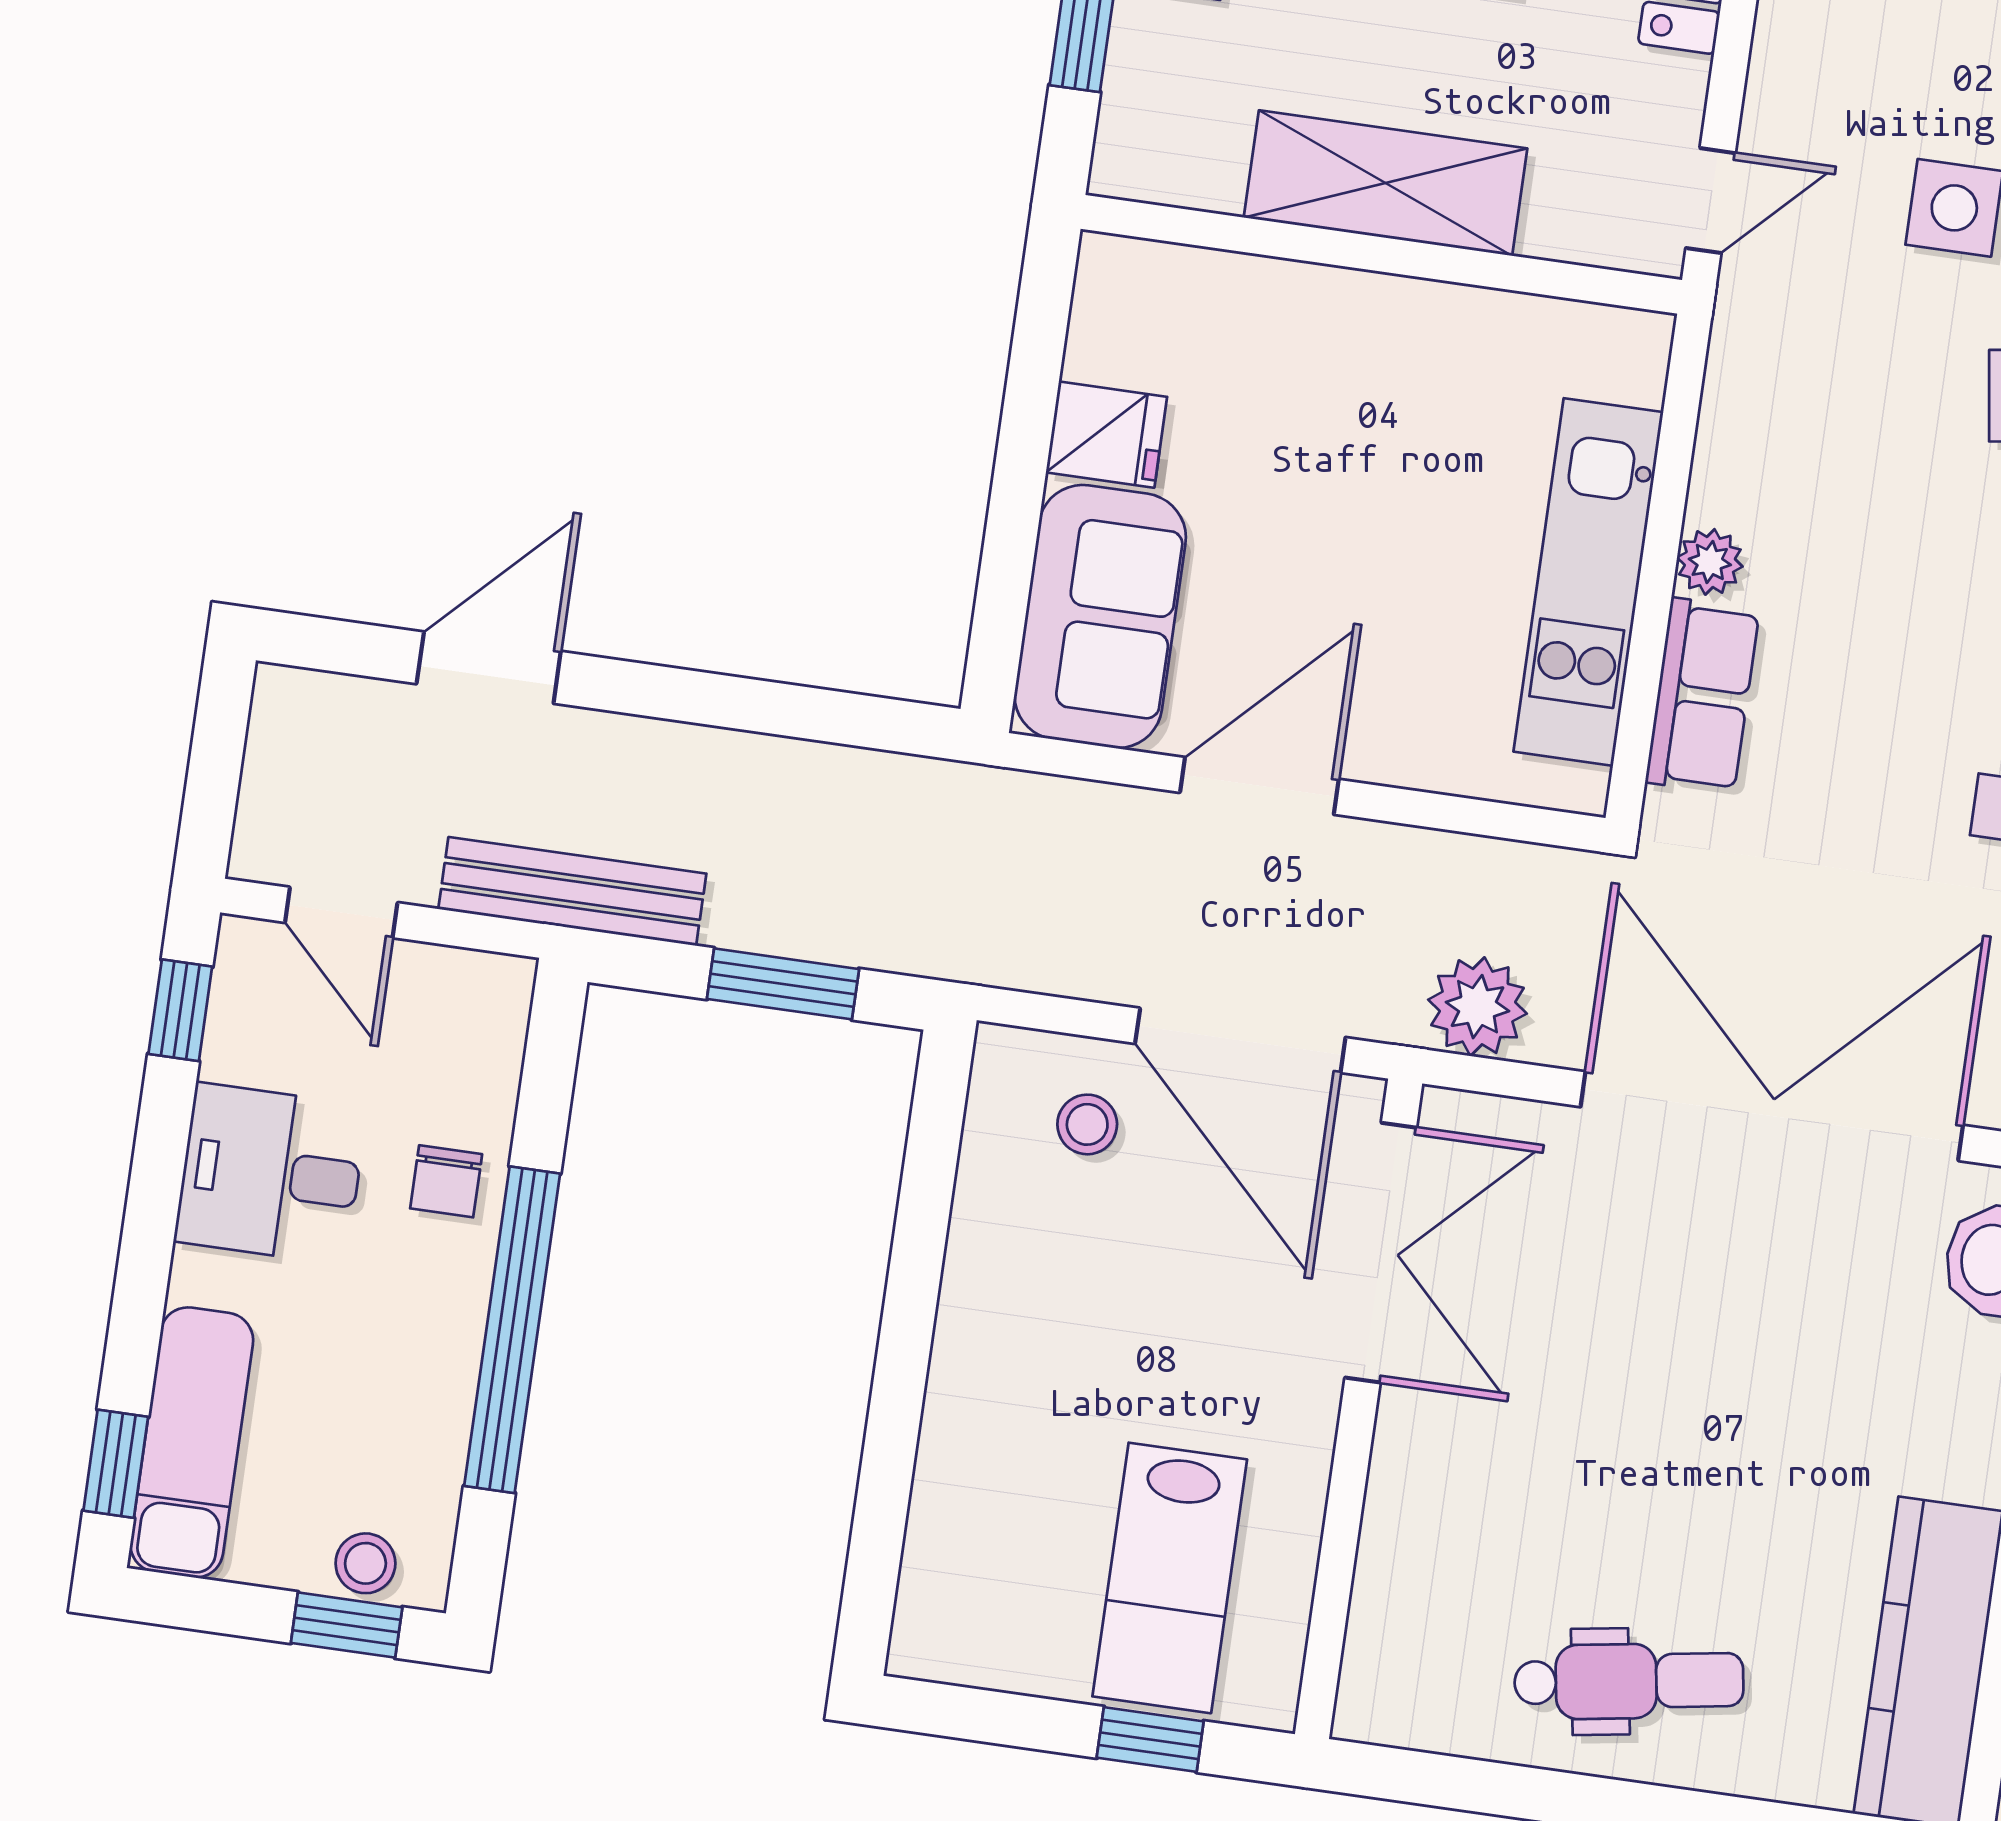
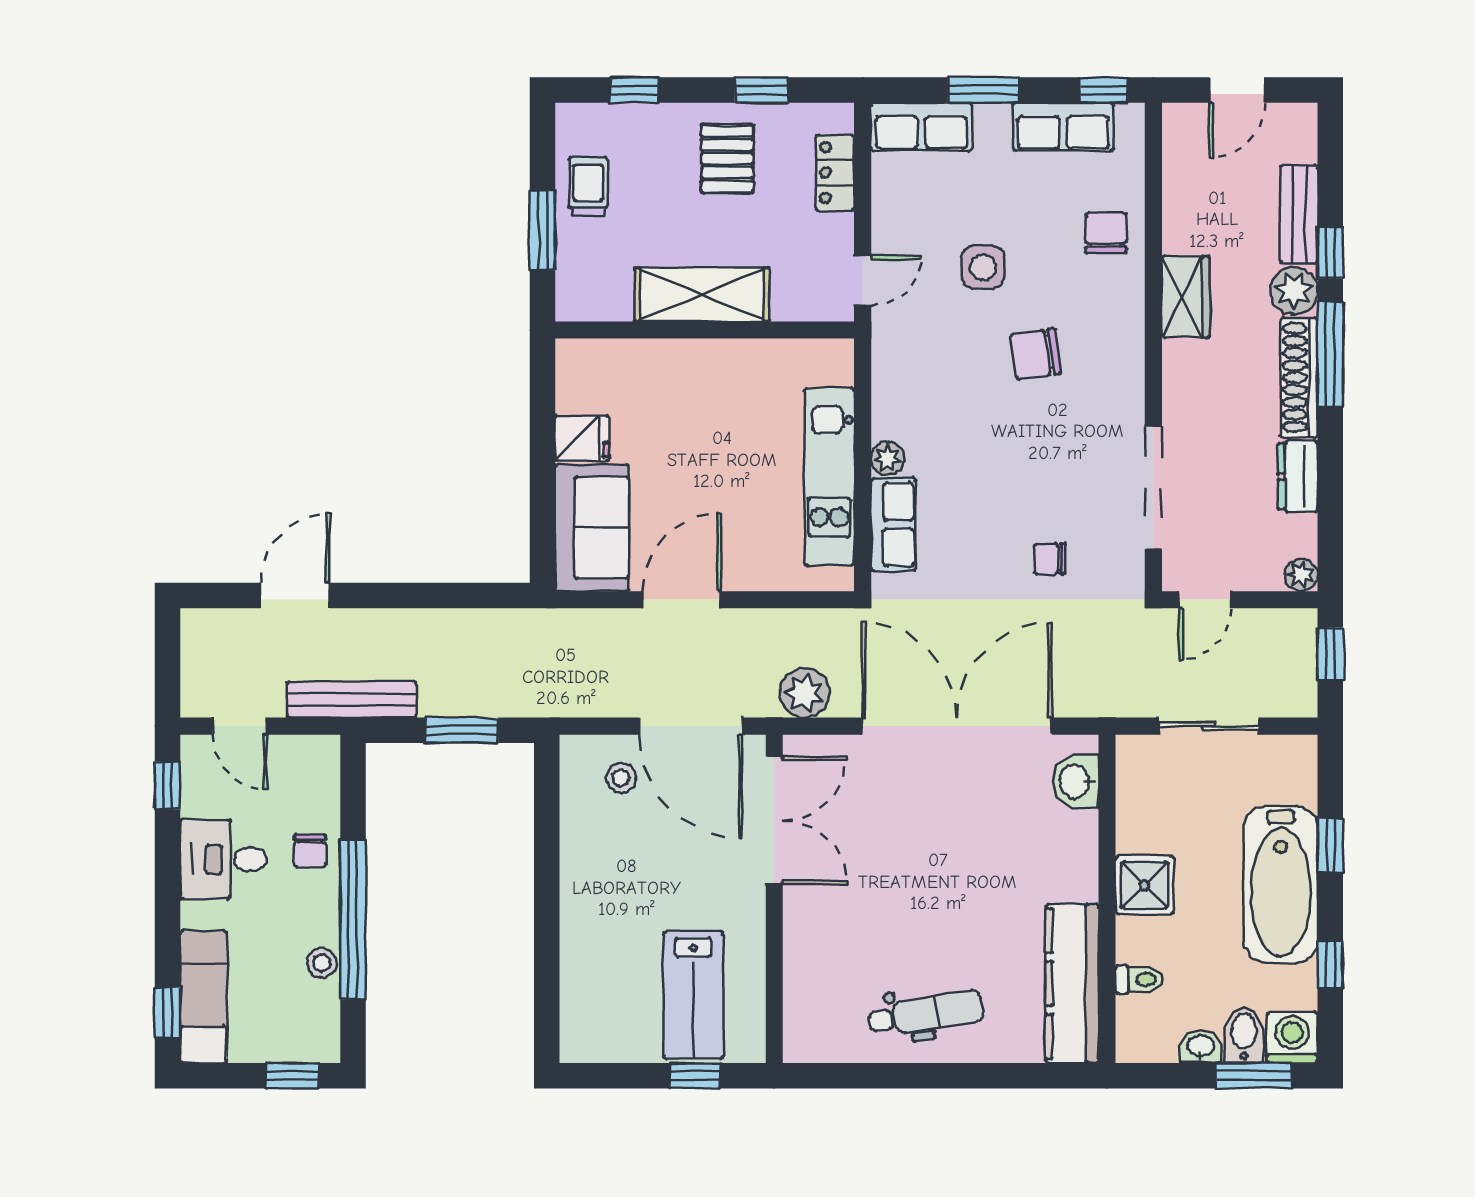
stool: (365, 1563) -> (322, 963), moved

